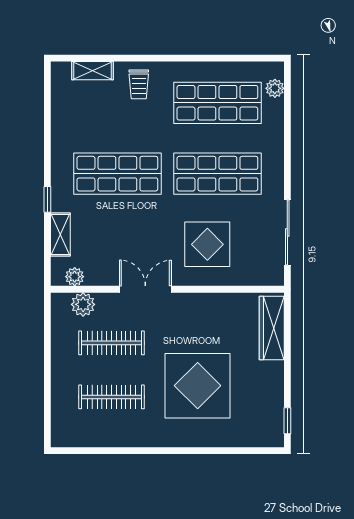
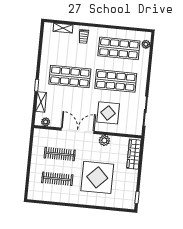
double door: (145, 289) -> (78, 131), width x1.37
plant: (83, 304) -> (104, 140), moved

